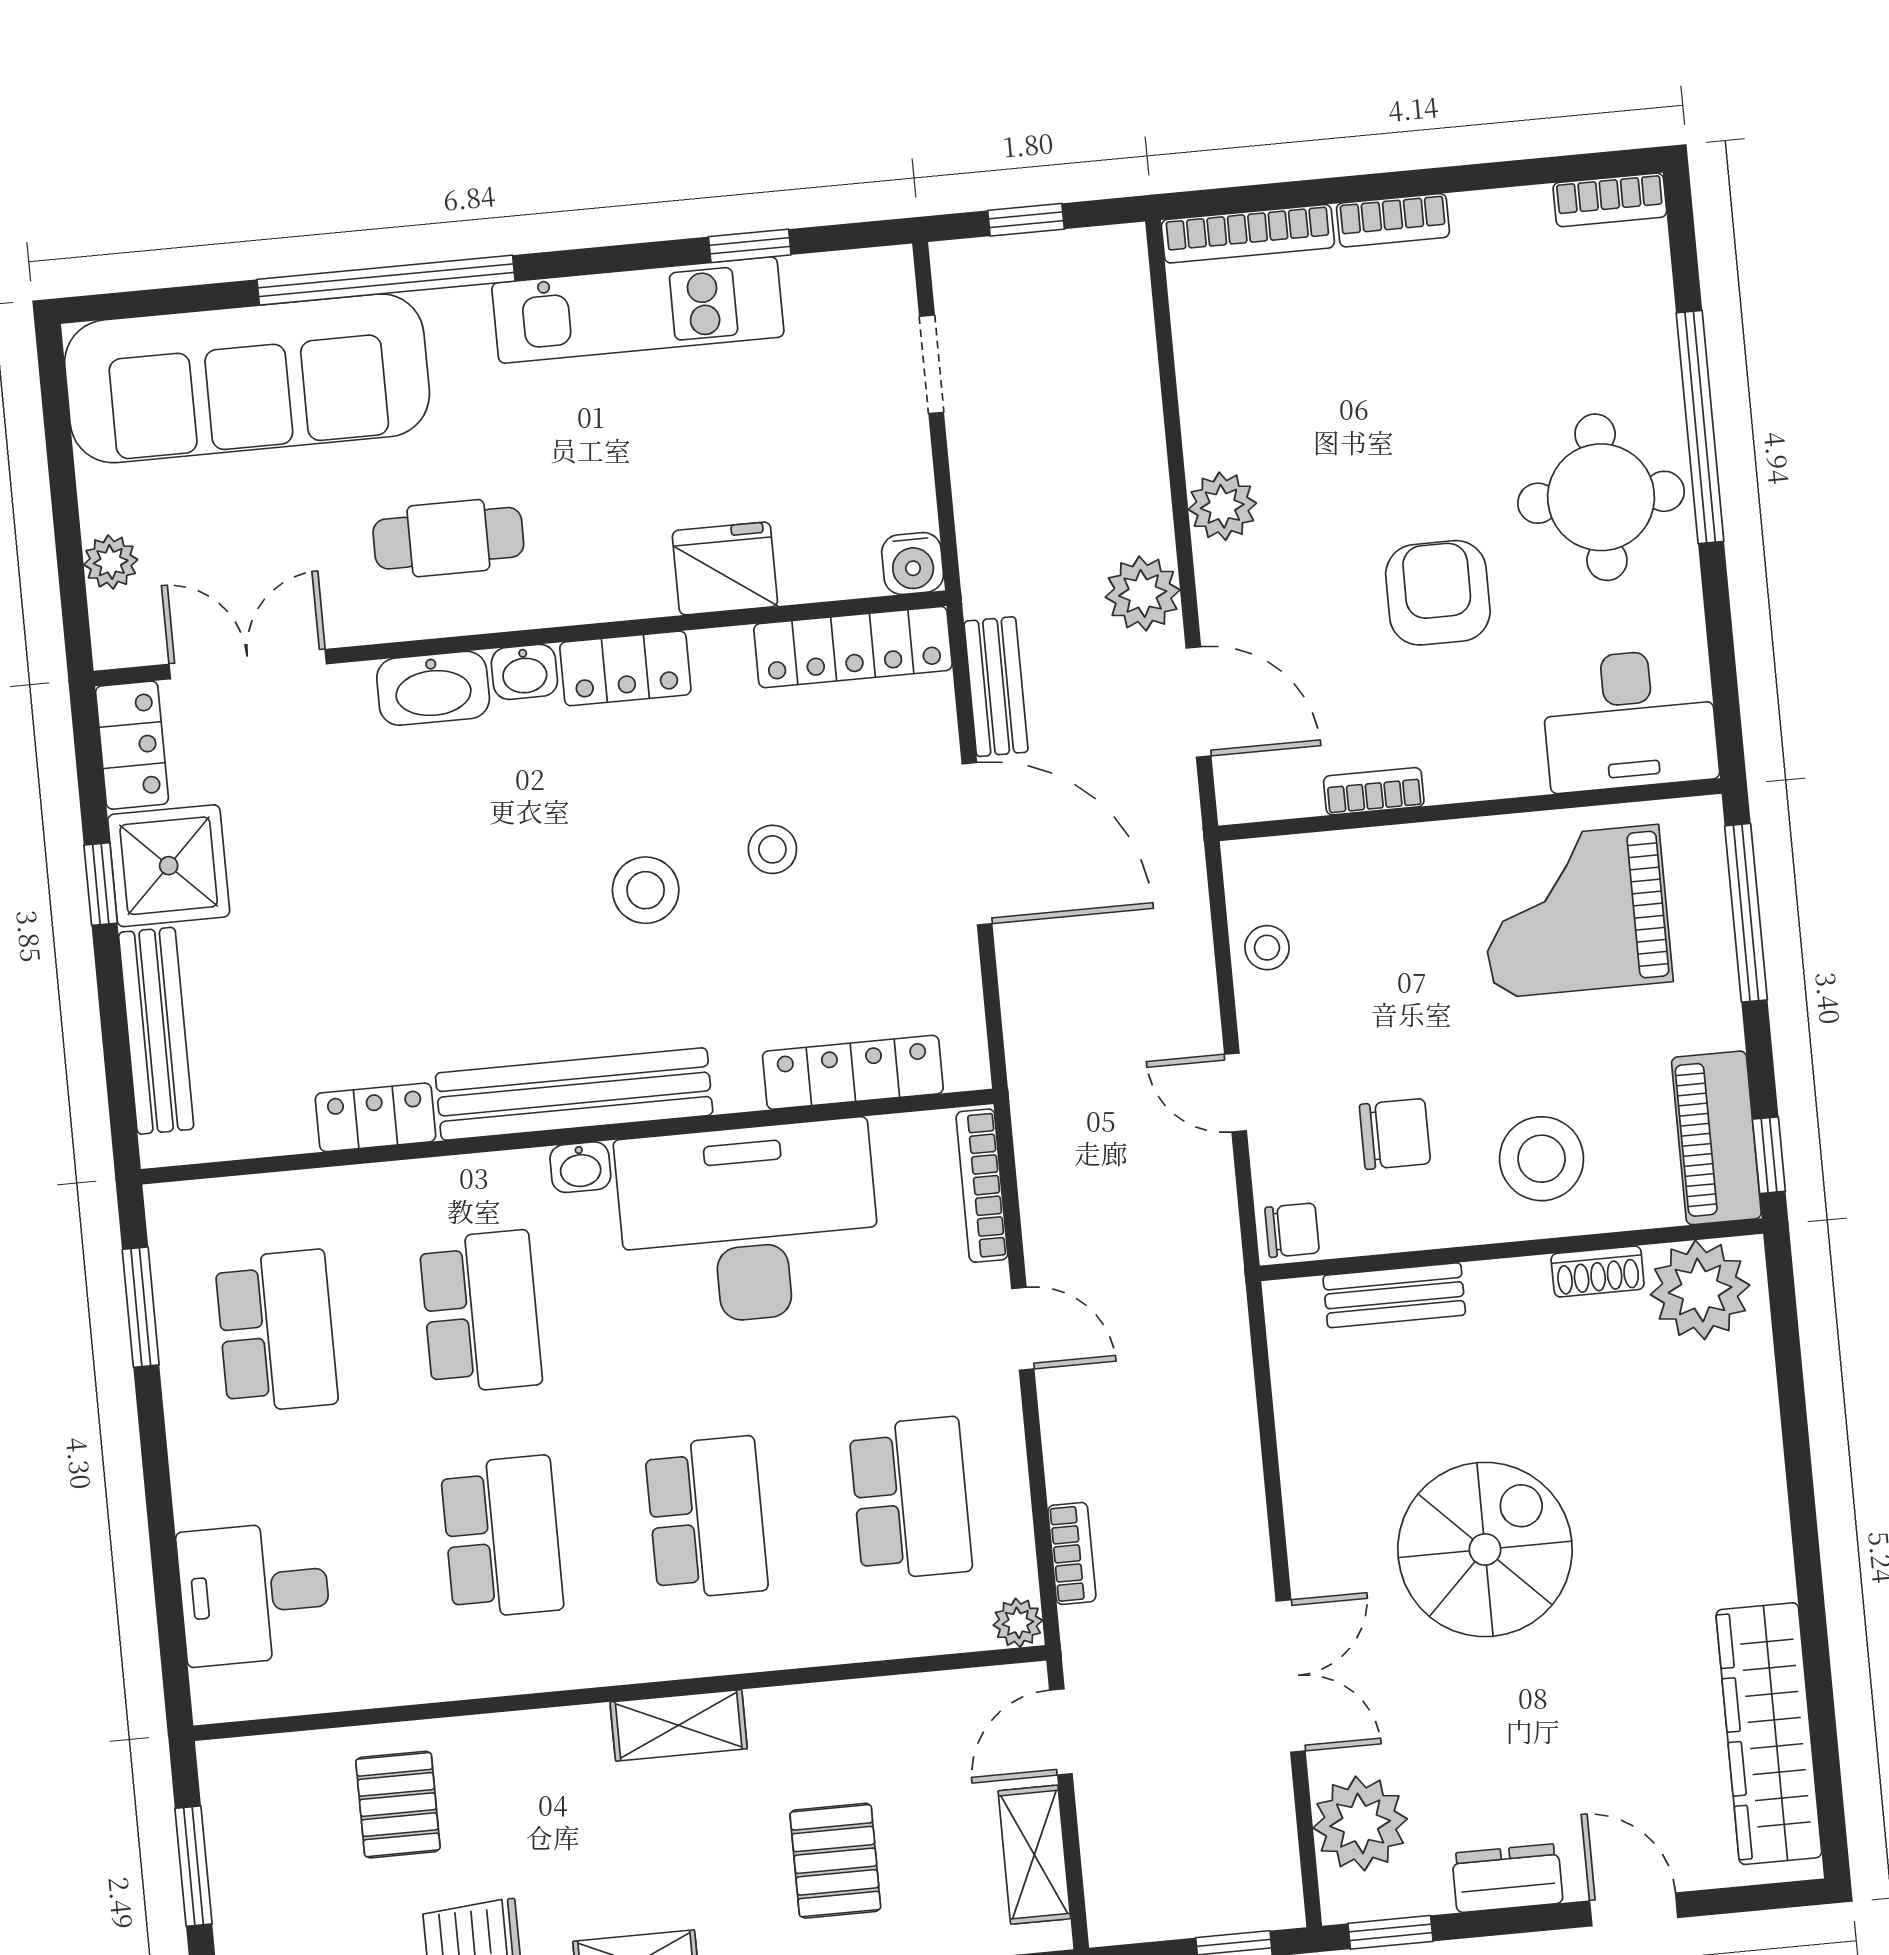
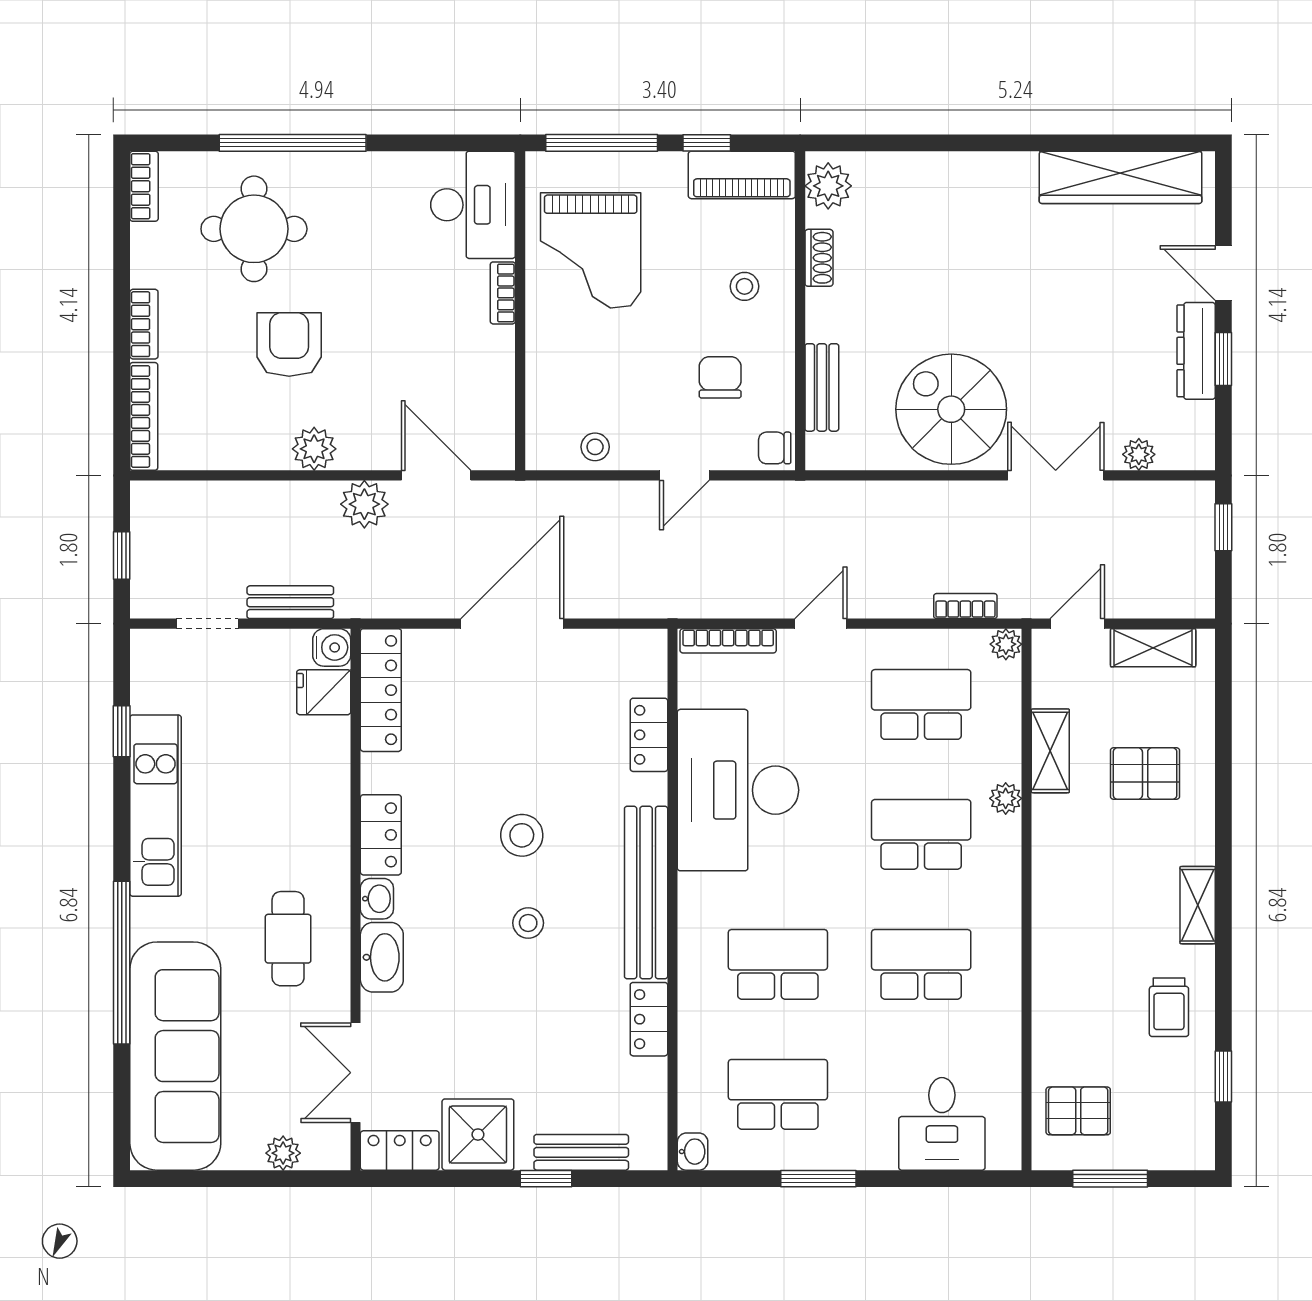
round table: (1601, 497) -> (254, 229), moved
fridge: (725, 568) -> (324, 692), moved, width x0.72
armchair: (1438, 593) -> (289, 344), moved, turned 90
bench: (996, 687) -> (290, 602), moved
door: (1199, 702) -> (436, 475), hinge flipped
bookcase: (1374, 791) -> (503, 293), moved
stool: (772, 849) -> (528, 923), moved
window: (101, 884) -> (546, 1179), moved
bench: (156, 1031) -> (581, 1152), width x0.73
locker: (853, 1072) -> (649, 735), width x0.66
window: (1769, 1155) -> (707, 143), moved
stool: (1542, 1159) -> (744, 286), width x0.53, depth x0.53
washbasin: (580, 1167) -> (693, 1152), moved
chair: (1292, 1230) -> (775, 448), turned -90
plant: (1700, 1290) -> (828, 186), width x0.73, depth x0.73
window: (141, 1307) -> (818, 1179), moved
spiral stairs: (1485, 1549) -> (951, 409), moved
plant: (775, 1645) -> (1006, 798), added
shelving: (679, 1725) -> (1050, 751), moved
door: (1061, 1732) -> (1077, 624), swing flipped
pallet: (398, 1805) -> (1078, 1111), moved
plant: (1360, 1823) -> (1139, 454), width x0.53, depth x0.53
dresser: (1507, 1878) -> (1196, 351), width x1.44
door: (1634, 1909) -> (1223, 273), hinge flipped
window: (1390, 1932) -> (1223, 359), moved

